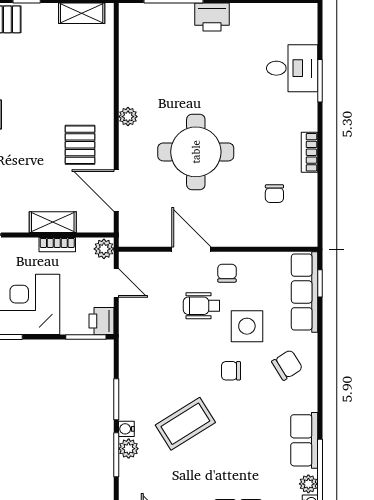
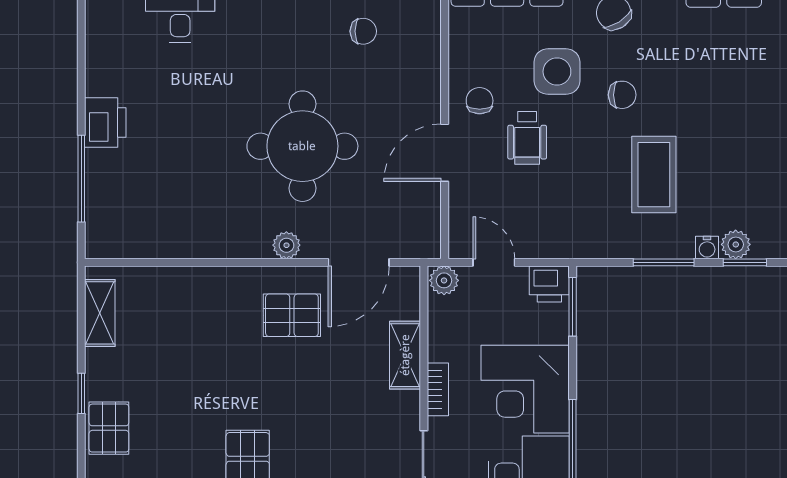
plant: (128, 117) -> (286, 245), moved
bookcase: (57, 245) -> (438, 389), moved
chair: (227, 273) -> (480, 101), turned 90
door: (116, 283) -> (494, 262), hinge flipped
chair: (231, 371) -> (622, 95), turned -90
coffee table: (185, 424) -> (654, 175), moved, turned 32
window: (116, 455) -> (745, 262), width x0.67

